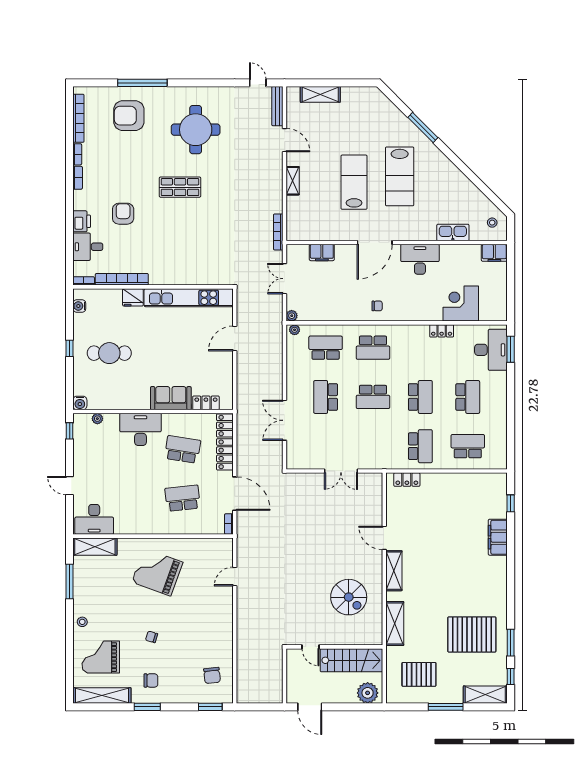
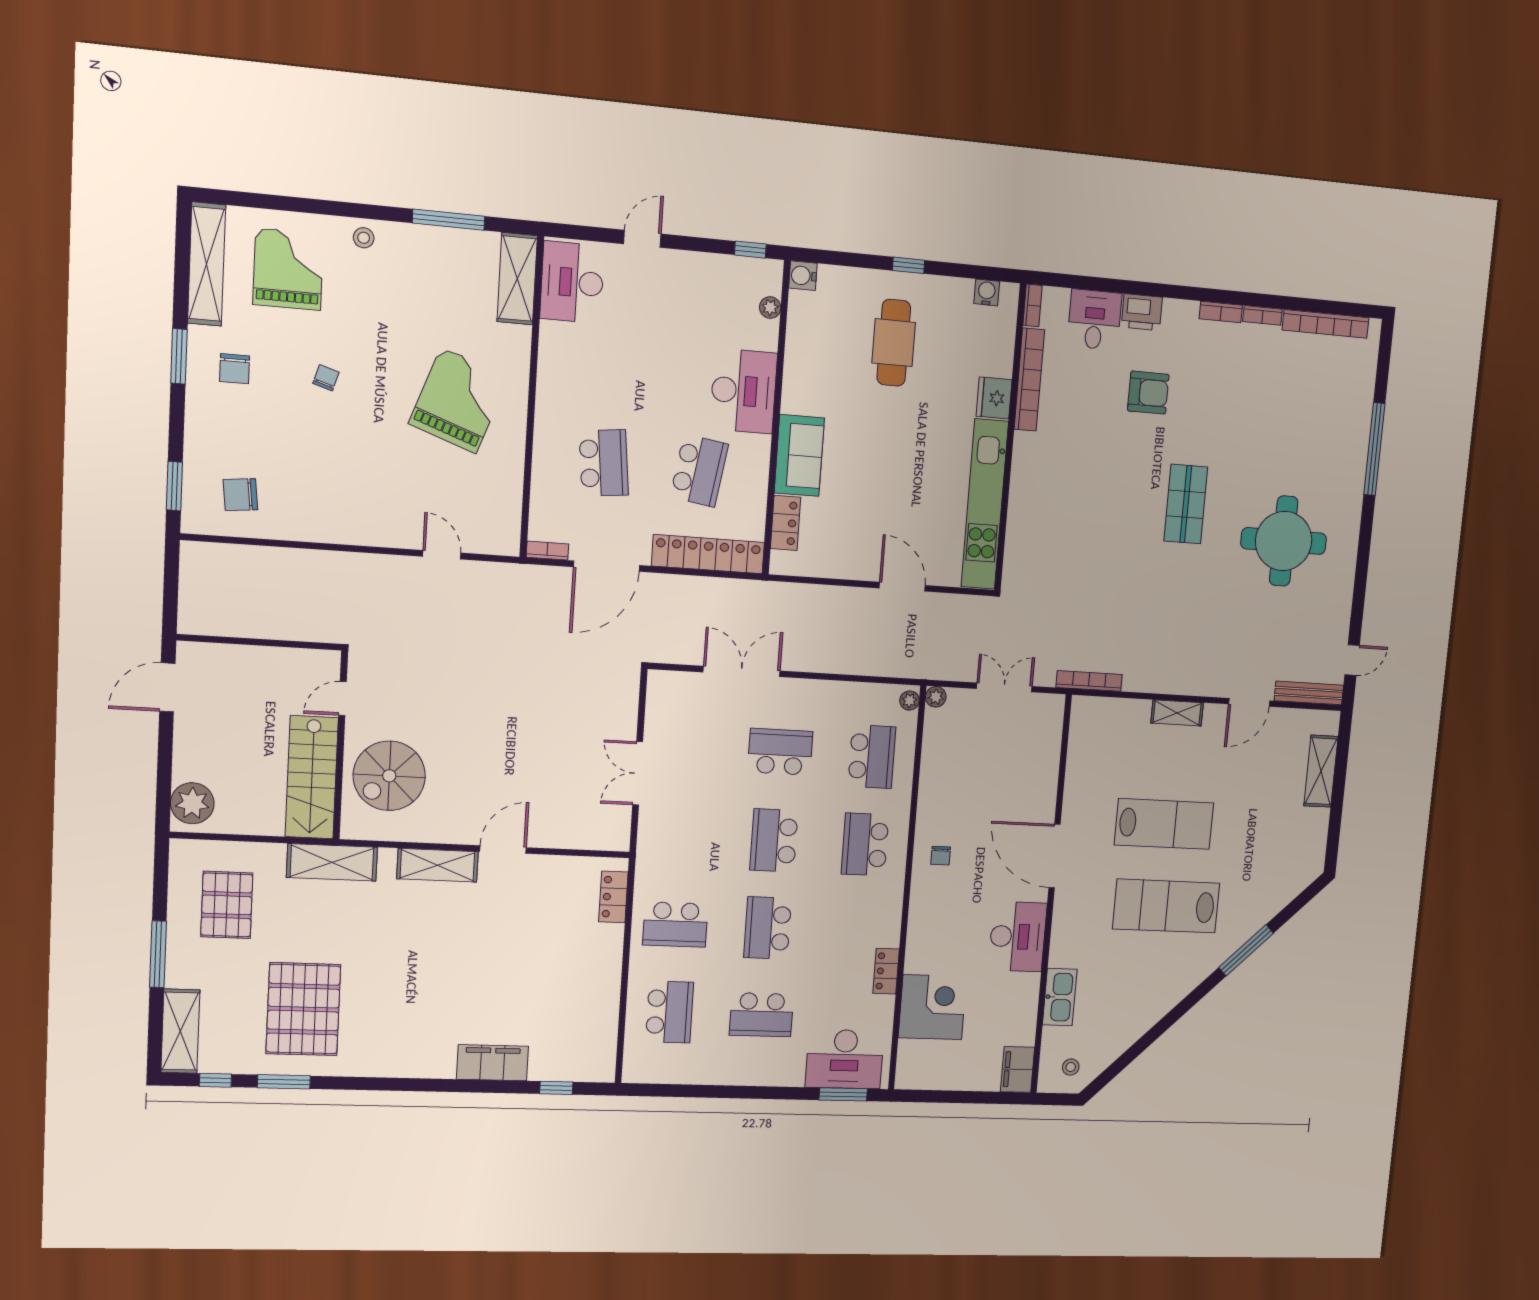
armchair: (129, 116) -> (1321, 419), removed
filing cabinet: (322, 253) -> (1045, 759), removed
school desk: (420, 397) -> (768, 928), turned 90
door: (310, 647) -> (343, 699), moved
wall: (334, 647) -> (340, 745), moved
stairs: (351, 660) -> (312, 777), moved

